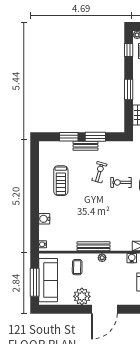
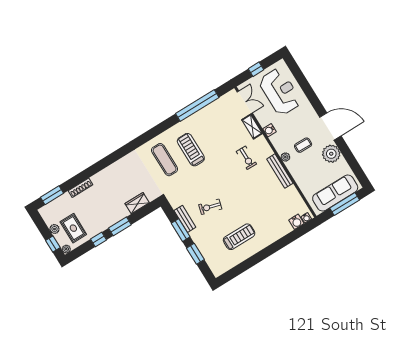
window: (129, 50) -> (98, 240), moved
bench: (86, 146) -> (185, 219), moved
exercise bike: (121, 182) -> (246, 158), moved
water cooler: (44, 219) -> (296, 222), moved
coffee table: (77, 267) -> (303, 145), moved

